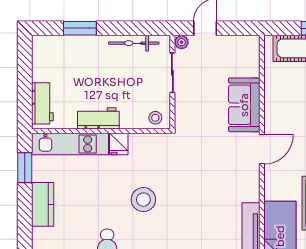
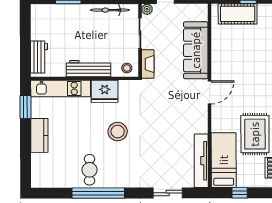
sofa: (244, 105) -> (196, 50), width x1.36
fireplace: (182, 113) -> (148, 64), added
workbench: (98, 118) -> (89, 69), width x1.38
fridge: (119, 144) -> (105, 91), width x1.88, depth x1.34

